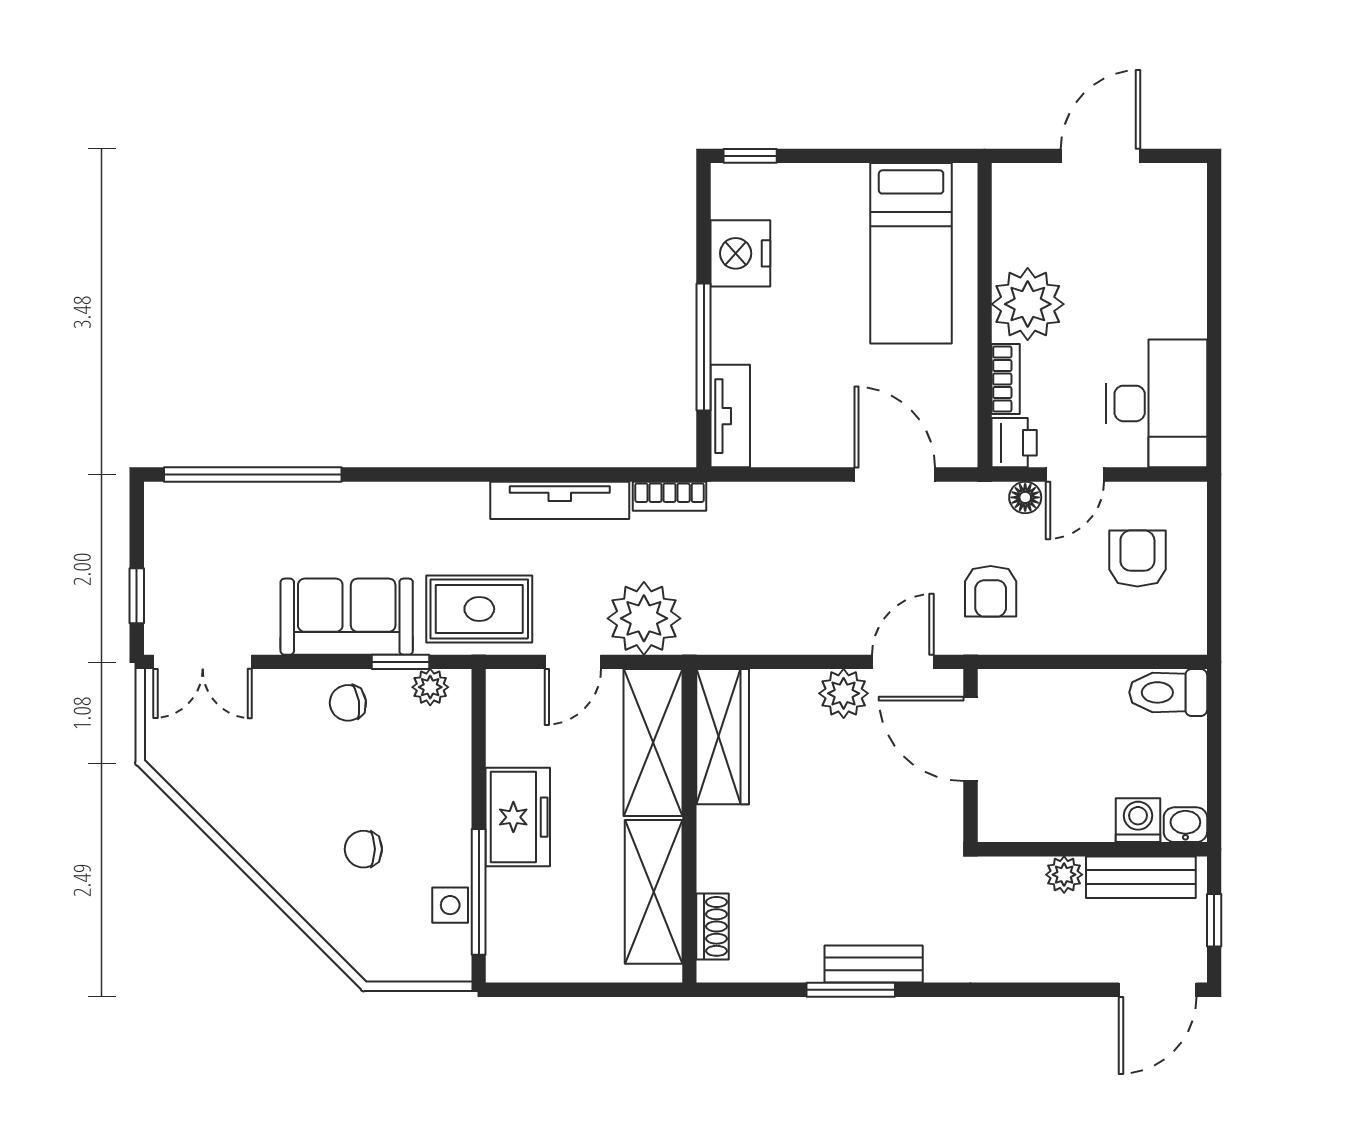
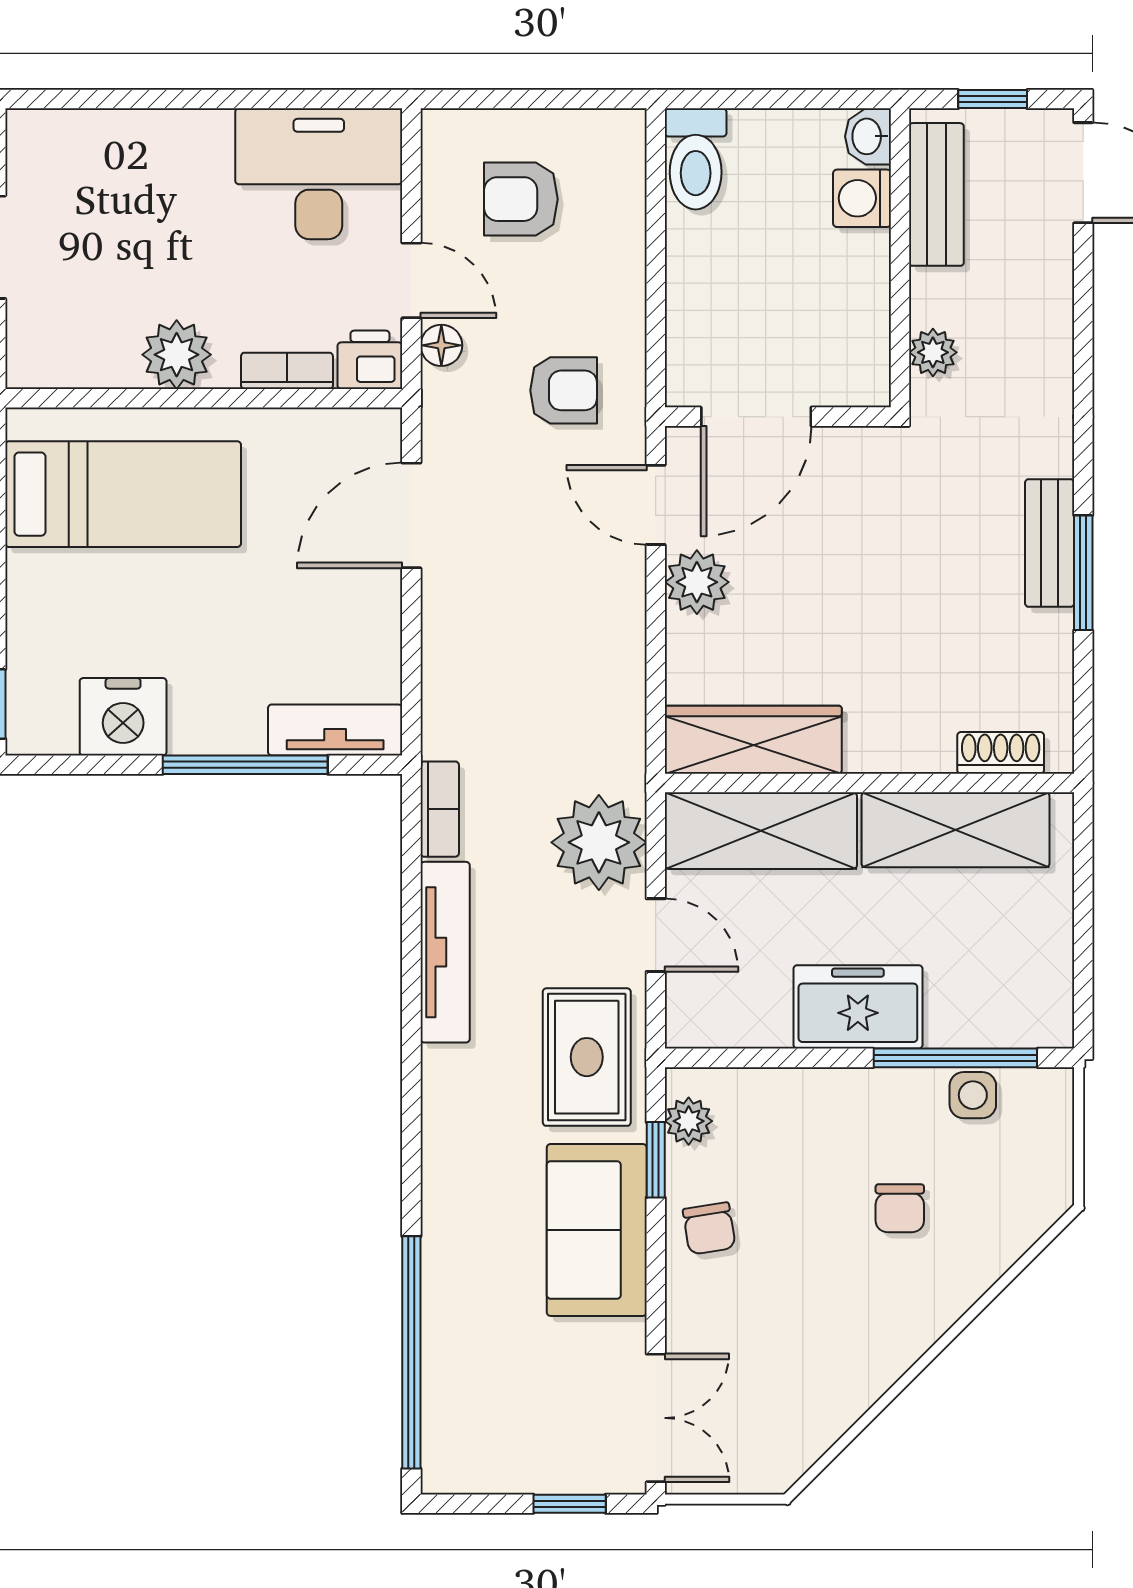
plant: (1028, 304) -> (177, 355), width x0.73, depth x0.73
plant: (1064, 875) -> (933, 352), moved

